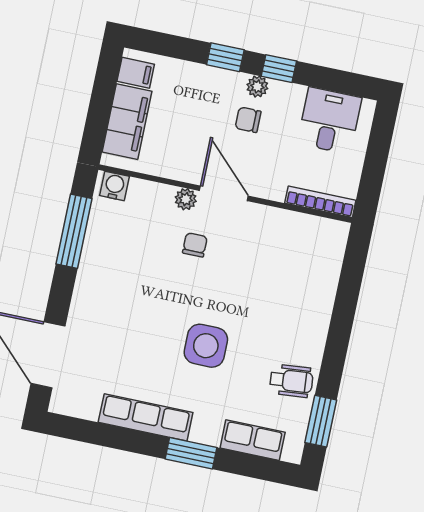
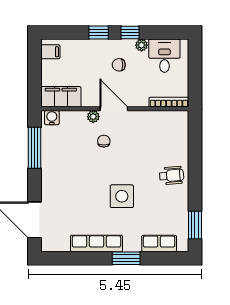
plant: (257, 86) -> (141, 45), moved
filing cabinet: (127, 122) -> (61, 97), moved, turned -90
wheelchair: (291, 381) -> (172, 175), moved

